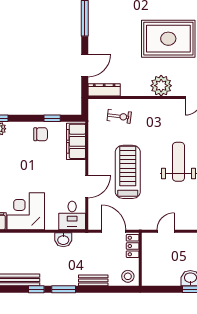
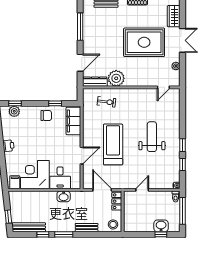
plant: (161, 86) -> (116, 78), moved
desk: (72, 215) -> (60, 178), moved

